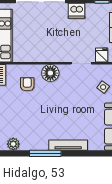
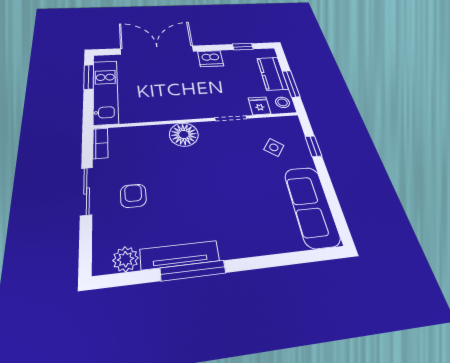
armchair: (27, 84) -> (133, 196), moved
tv unit: (68, 145) -> (180, 255), moved

